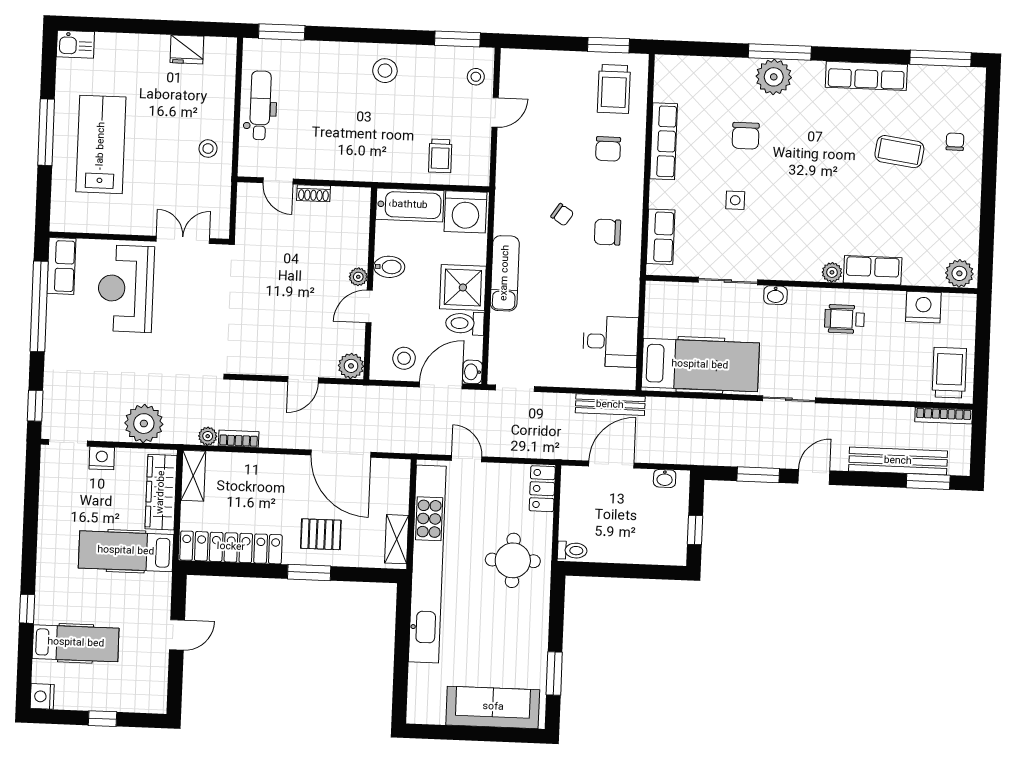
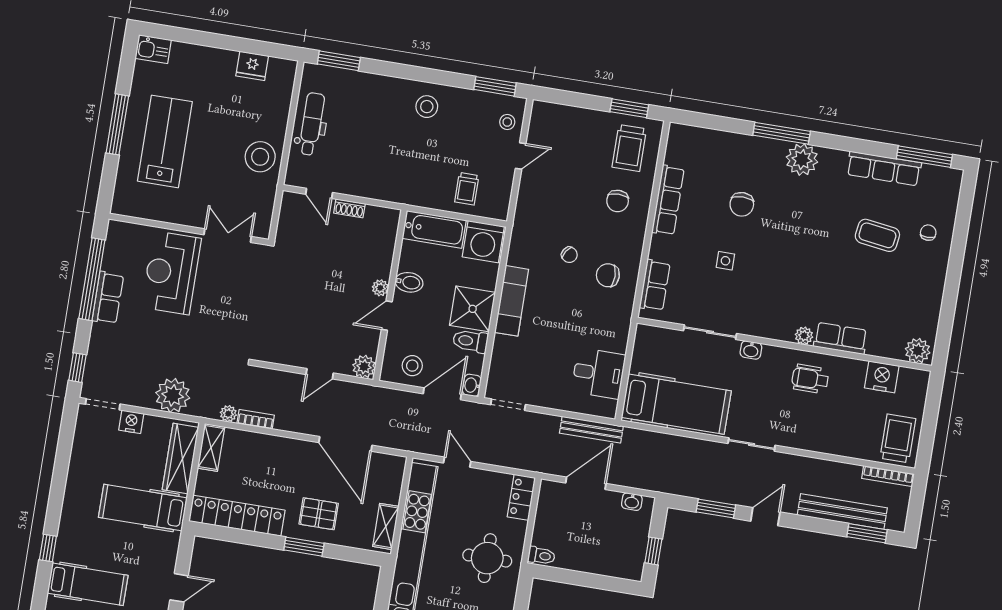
row of seats: (866, 76) -> (884, 169), moved
plant: (774, 77) -> (802, 160), moved
stool: (208, 149) -> (260, 157), width x1.89, depth x1.89
row of seats: (61, 266) -> (108, 298), moved

